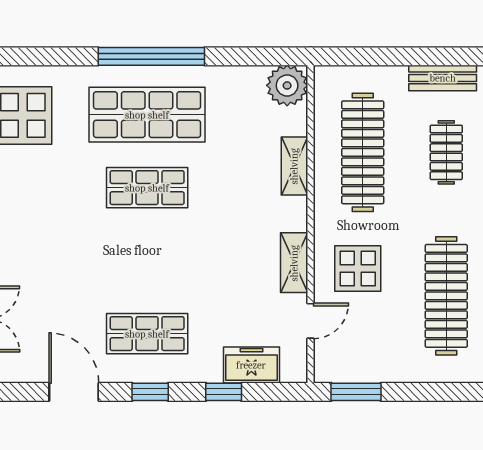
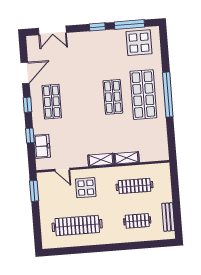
plant: (287, 85) -> (160, 152), removed
clothes rail: (363, 152) -> (134, 186), width x0.73, depth x0.76
shelving: (294, 263) -> (101, 160), moved

